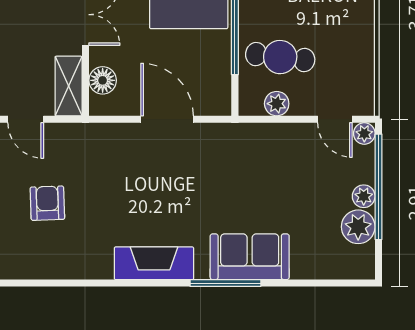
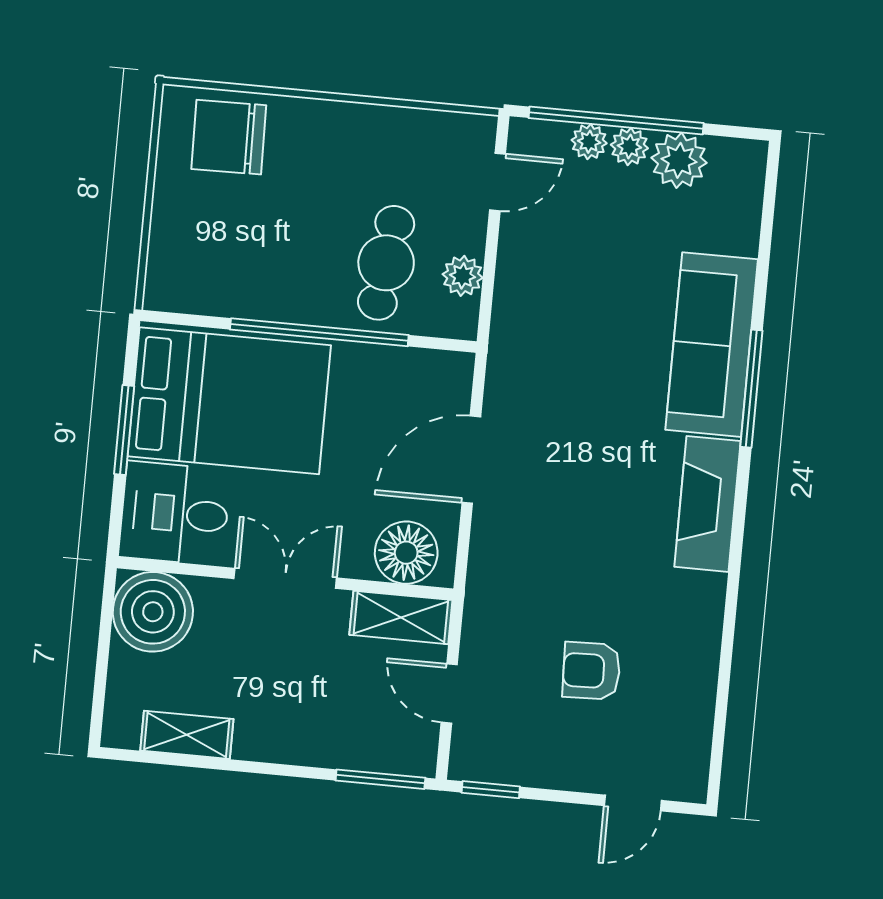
floor lamp: (103, 80) -> (406, 553), width x1.38, depth x1.38
door: (26, 119) -> (449, 694), swing flipped
plant: (364, 133) -> (589, 142), moved
sofa: (250, 257) -> (712, 345), width x1.36

